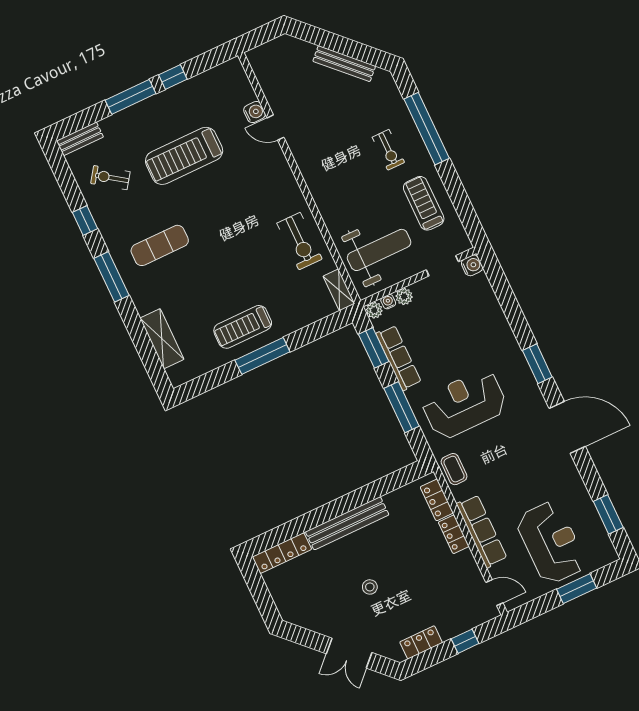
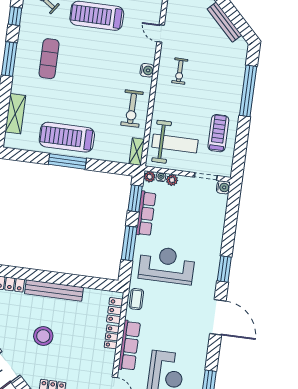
water cooler: (254, 112) -> (147, 70), moved
exercise bike: (388, 150) -> (180, 71), moved
exercise mat: (160, 245) -> (49, 59), turned 90
treadmill: (243, 327) -> (67, 137), width x1.37, depth x1.37
stool: (370, 587) -> (43, 336), width x1.89, depth x1.89

